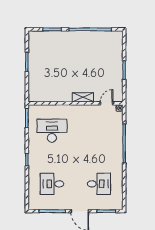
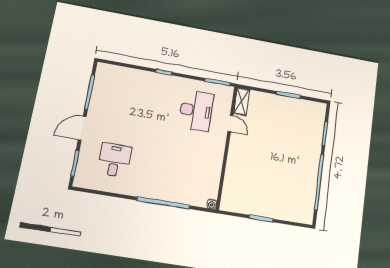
shelving: (83, 97) -> (242, 101), moved
door: (107, 103) -> (230, 123), moved
desk: (52, 184) -> (126, 98), removed
desk: (99, 184) -> (114, 160), turned 180

